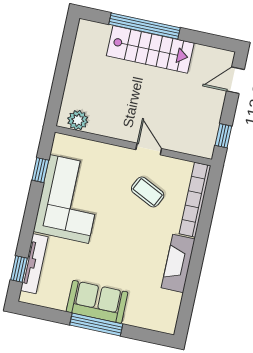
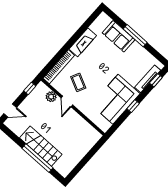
plant: (78, 120) -> (51, 97), moved
window: (40, 170) -> (133, 106), moved
sofa: (97, 302) -> (119, 36), moved

